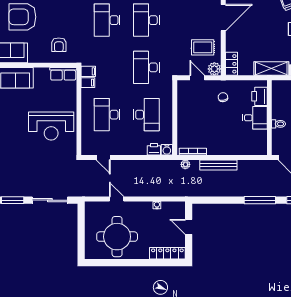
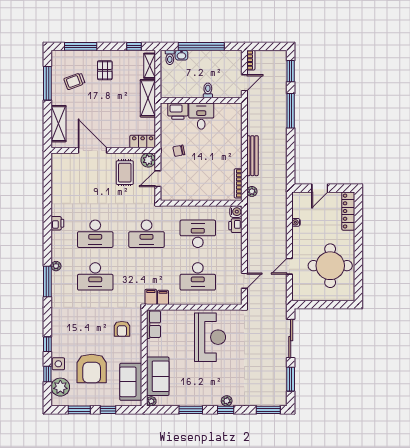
armchair: (59, 45) -> (122, 329), turned 90

